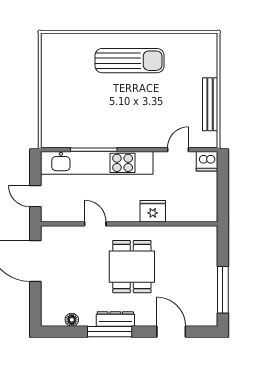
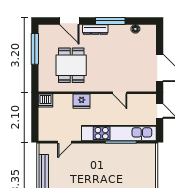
dishwasher: (207, 161) -> (46, 100), moved, turned 180
dining table: (132, 267) -> (71, 65), moved
dresser: (115, 319) -> (95, 29), moved

